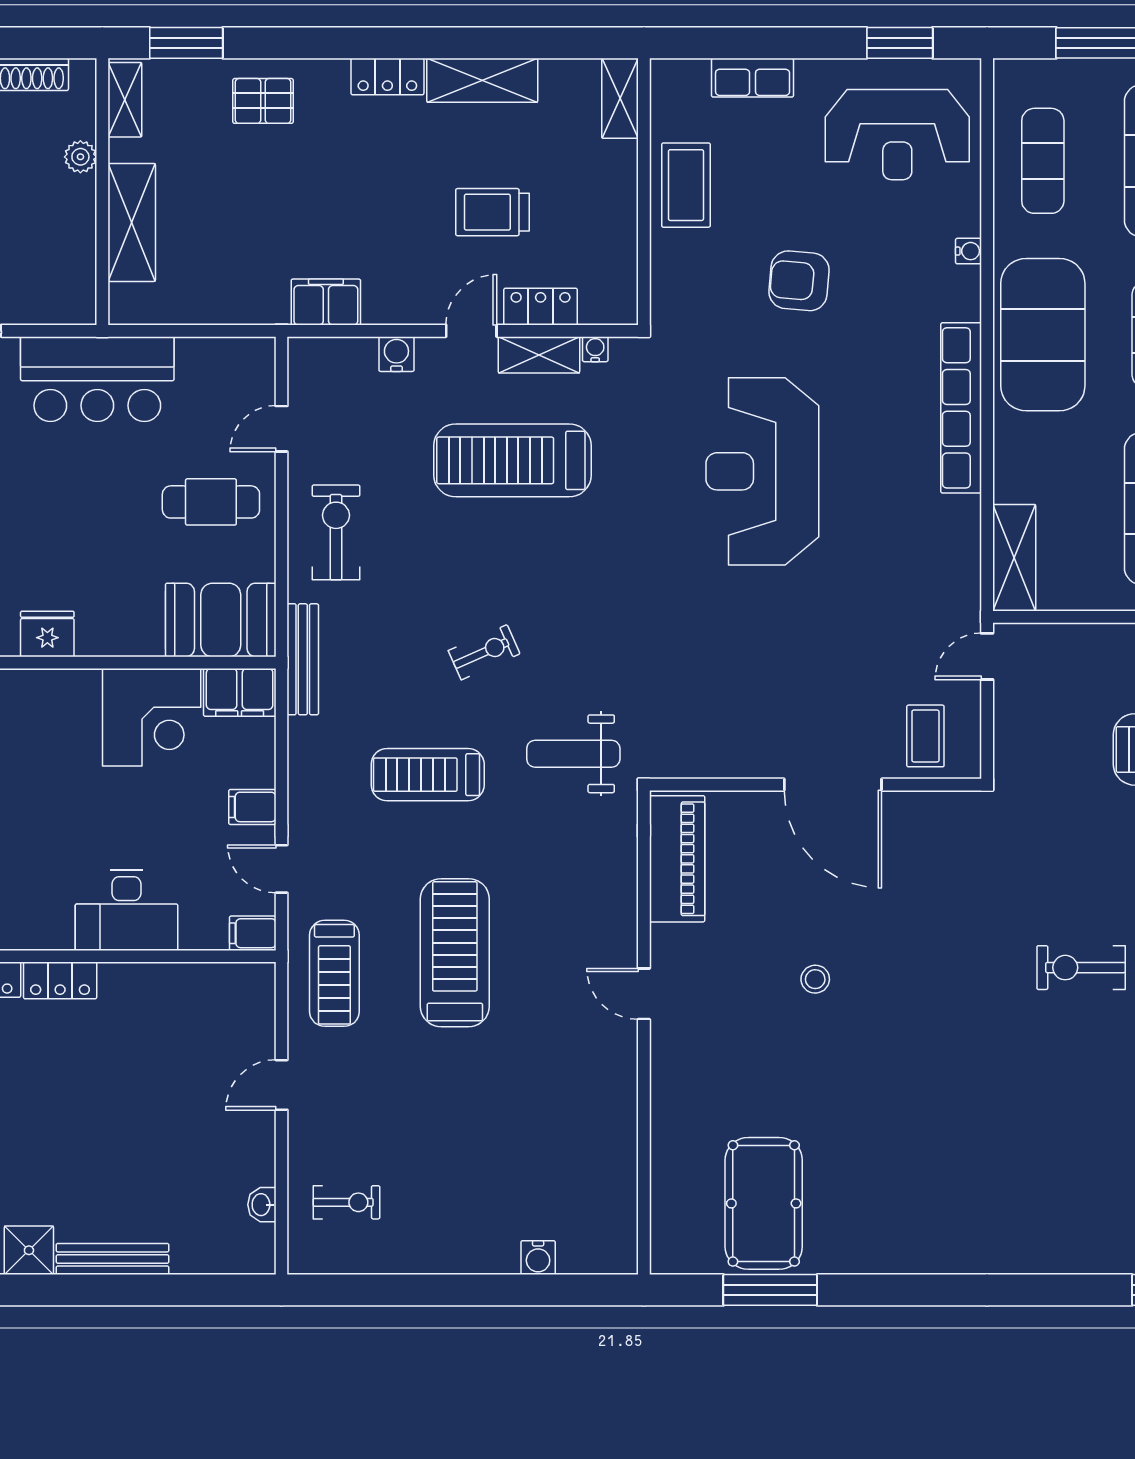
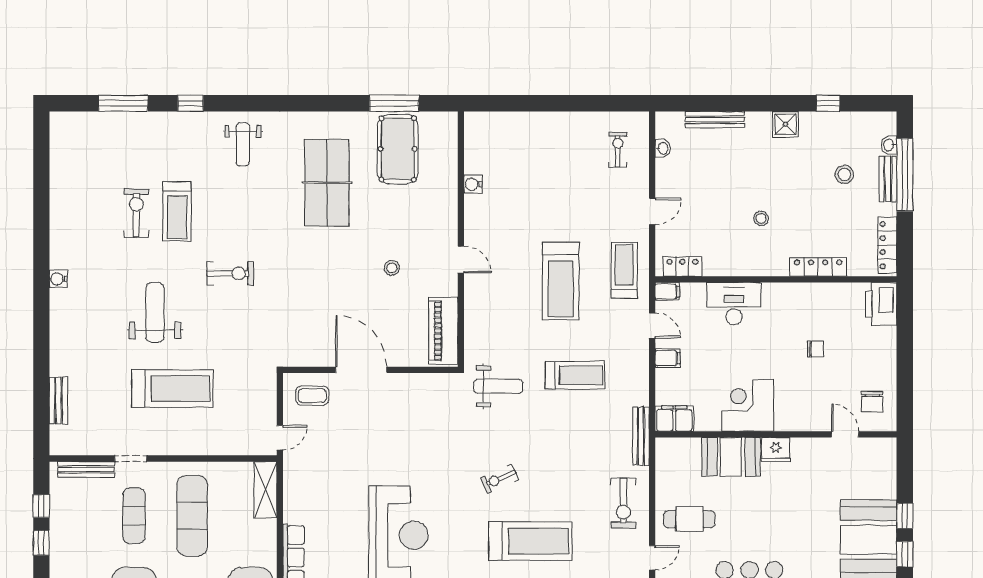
booth: (221, 620) -> (731, 457), moved
exercise bike: (484, 652) -> (500, 479), moved
corner desk: (152, 717) -> (748, 406), moved
coffee table: (925, 736) -> (312, 396), turned 90
stool: (815, 979) -> (392, 268), moved
locker: (60, 980) -> (682, 267), moved
stool: (75, 1072) -> (761, 218), added
table tennis table: (898, 1139) -> (327, 183), added
exercise bike: (346, 1202) -> (618, 150), turned 90
weight bench: (1057, 1212) -> (243, 144), added
water cooler: (538, 1258) -> (473, 184), moved, turned -90
bench: (113, 1259) -> (715, 120), moved

